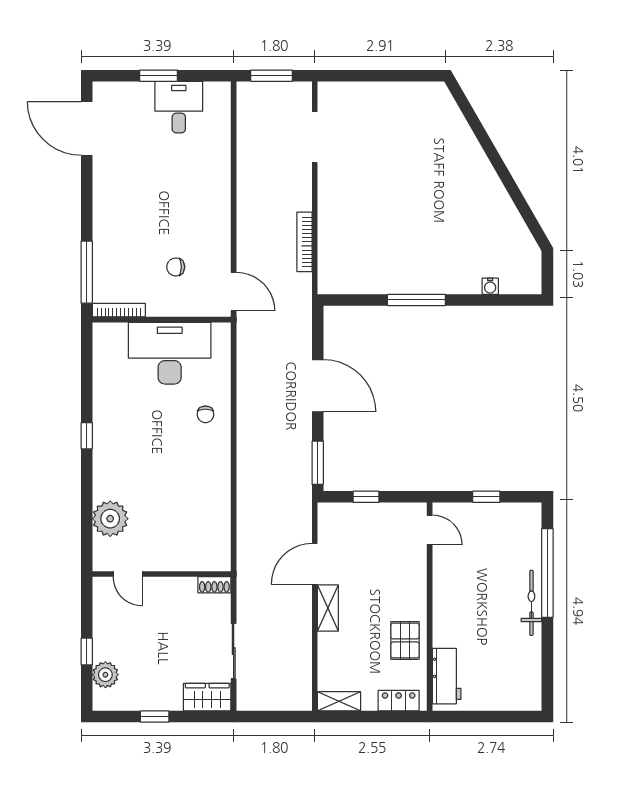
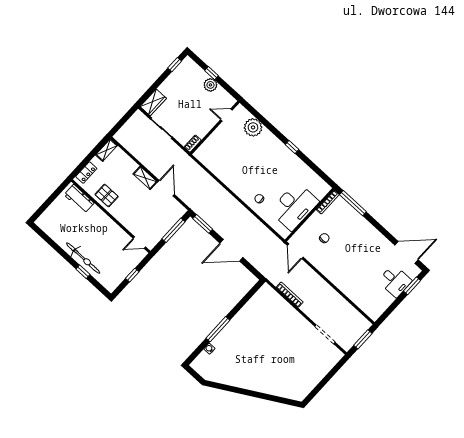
window: (159, 76) -> (412, 286), moved
desk: (179, 107) -> (395, 281), moved
door: (234, 292) -> (295, 251), hinge flipped
window: (416, 300) -> (218, 329), moved
window: (366, 497) -> (173, 230), width x2.17
window: (547, 573) -> (83, 272), width x0.32
bicycle: (531, 603) -> (83, 258), width x1.37, depth x1.40
plant: (105, 675) -> (210, 85), moved
window: (155, 717) -> (175, 65), moved

